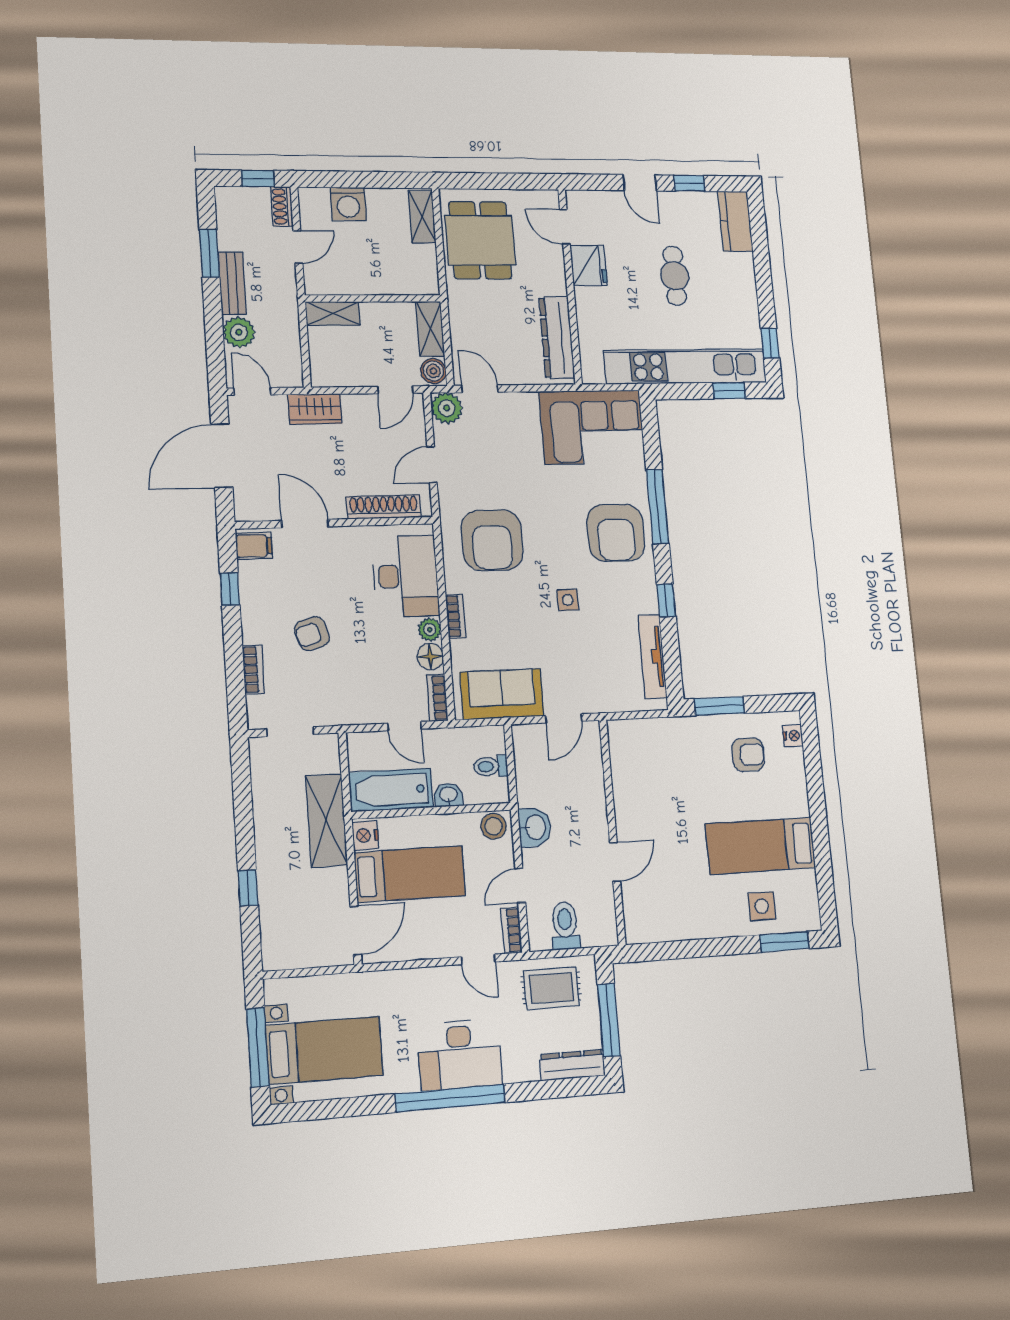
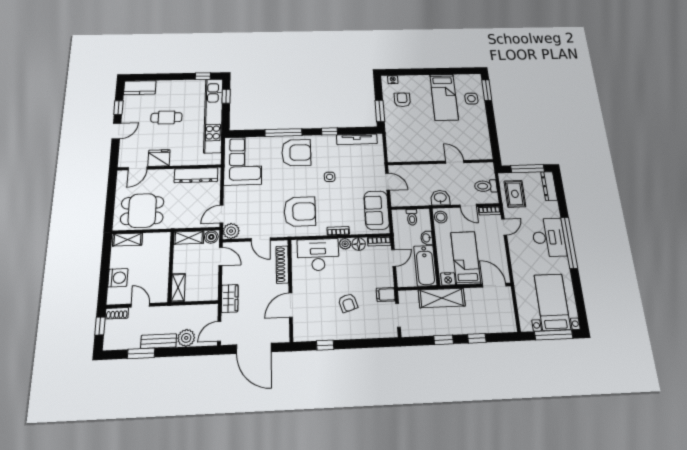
filing cabinet: (254, 546) -> (386, 295), moved, turned -90
bookcase: (253, 669) -> (367, 334), removed
window: (244, 820) -> (444, 340), added

